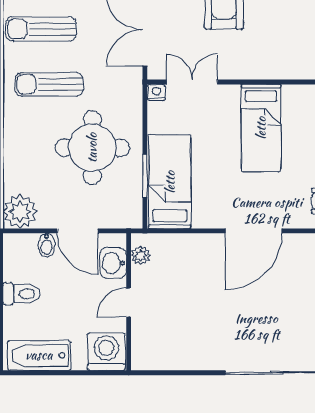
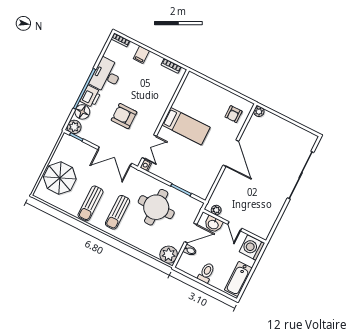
double door: (192, 82) -> (149, 147), swing flipped
bed: (170, 182) -> (189, 180), removed

